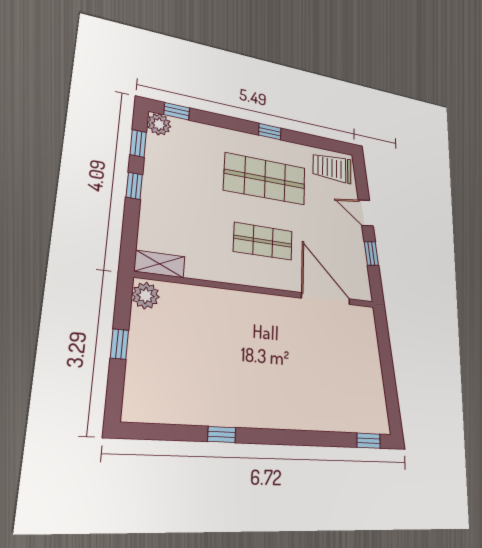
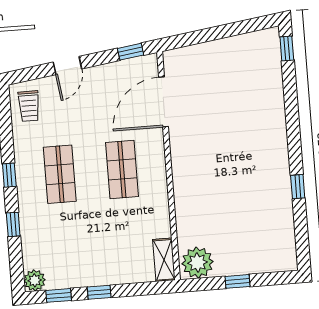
window: (177, 111) -> (13, 224), moved
trolley: (332, 168) -> (29, 106), width x0.73, depth x0.72
shop shelf: (265, 179) -> (60, 174), width x0.70, depth x0.74
window: (371, 253) -> (131, 52), moved
plant: (146, 296) -> (197, 263), width x1.36, depth x1.36

